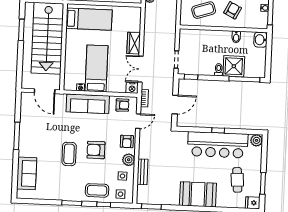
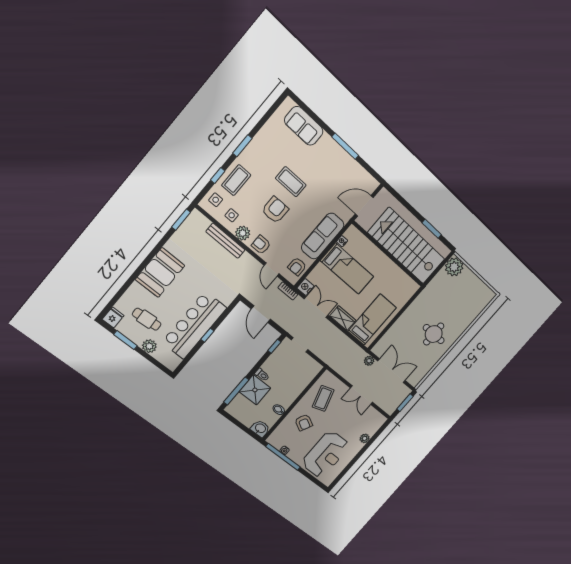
bed: (89, 19) -> (372, 319), moved, turned 180
plant: (256, 140) -> (149, 346), moved
bench: (143, 172) -> (226, 241), width x1.36

